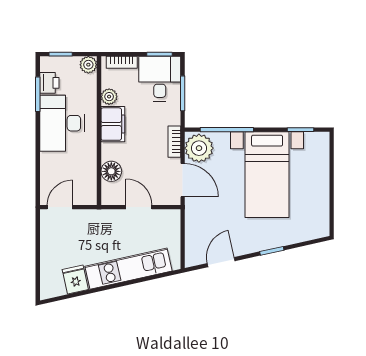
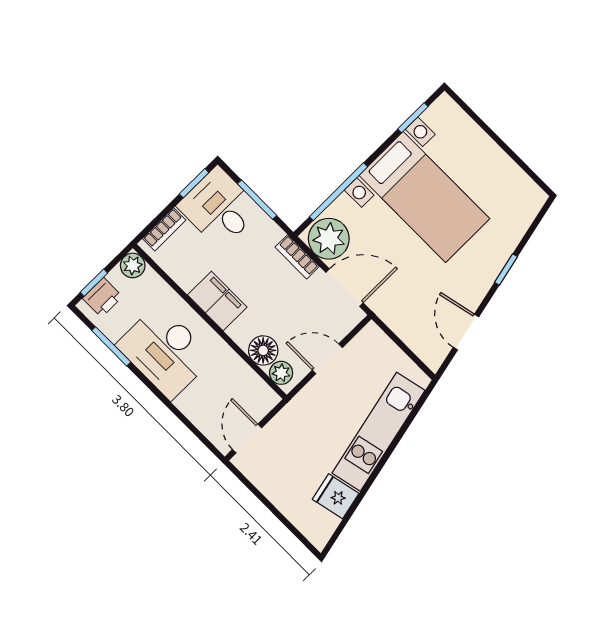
printer: (49, 83) -> (103, 297), moved, turned 90
plant: (109, 97) -> (281, 373), moved

